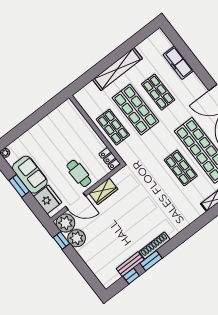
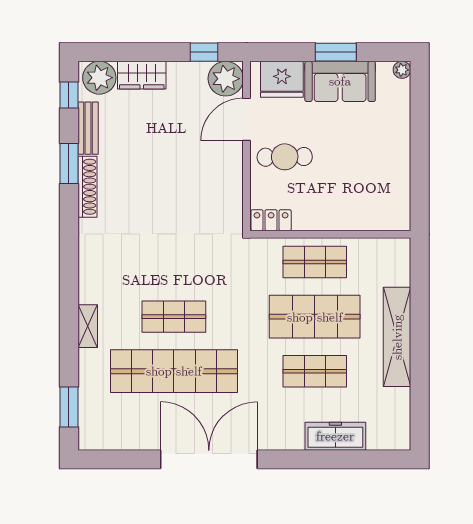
wardrobe: (103, 191) -> (142, 75), moved, turned -90
plant: (77, 238) -> (99, 78), moved
window: (131, 276) -> (69, 95), moved

